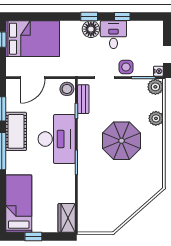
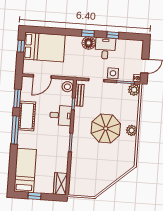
plant: (156, 118) -> (132, 130), moved
desk: (57, 139) -> (61, 115), width x0.53, depth x0.77

